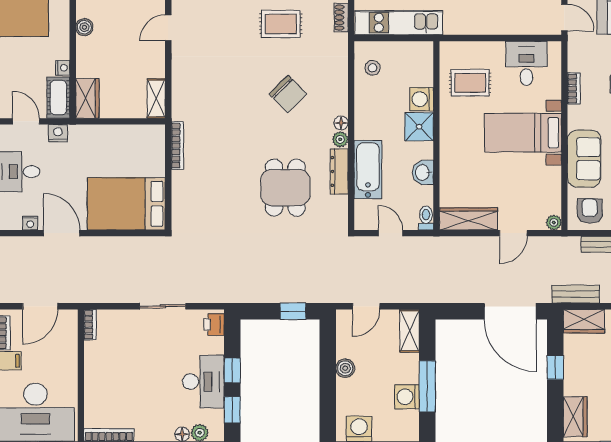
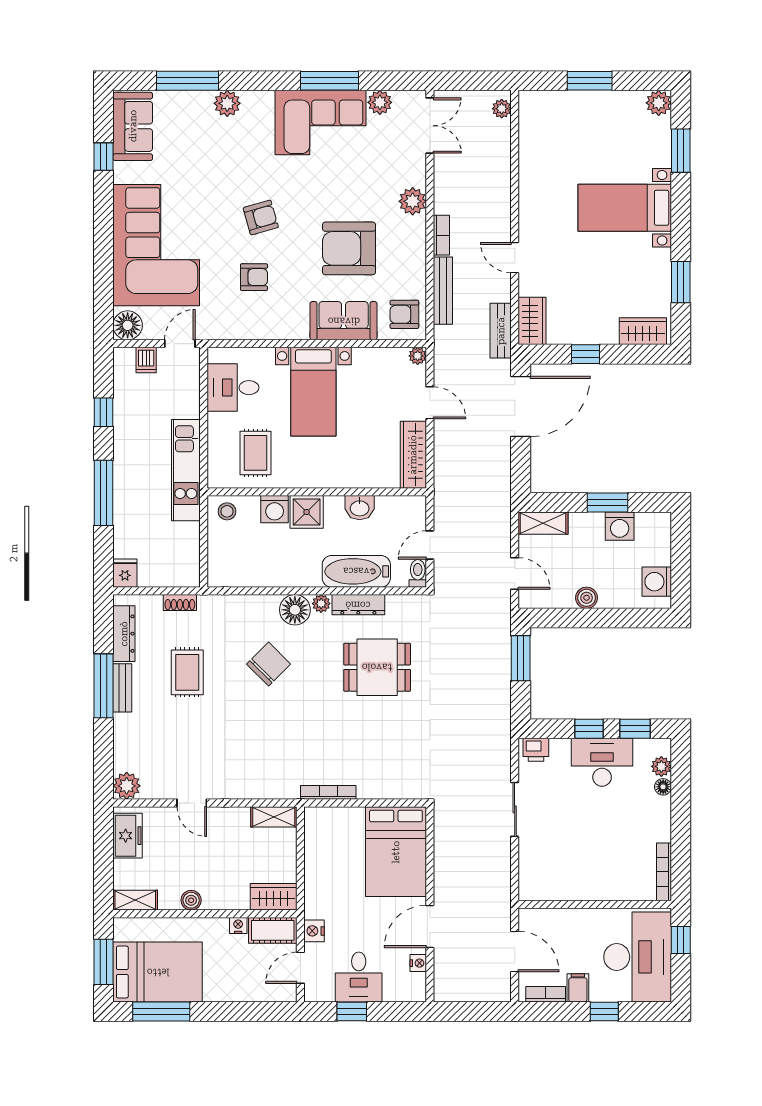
kitchen unit: (399, 23) -> (186, 470), moved
stool: (373, 68) -> (227, 511), moved
bookcase: (574, 88) -> (262, 333), removed
floor lamp: (341, 123) -> (295, 610), width x1.89, depth x1.89
toilet: (426, 218) -> (418, 573), moved, turned 90
window: (293, 311) -> (521, 658), width x1.50
bookcase: (90, 325) -> (536, 894), removed
window: (427, 386) -> (608, 503), width x0.69

